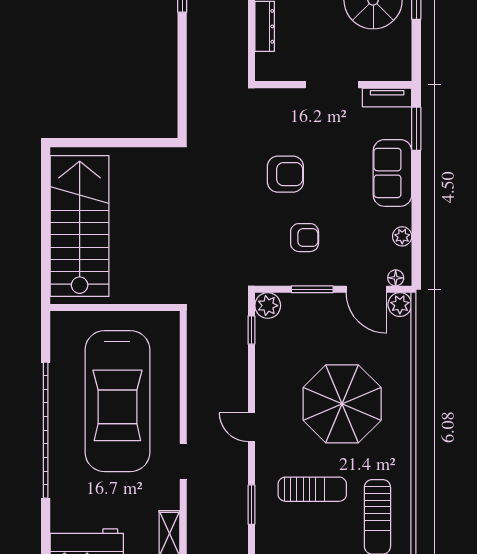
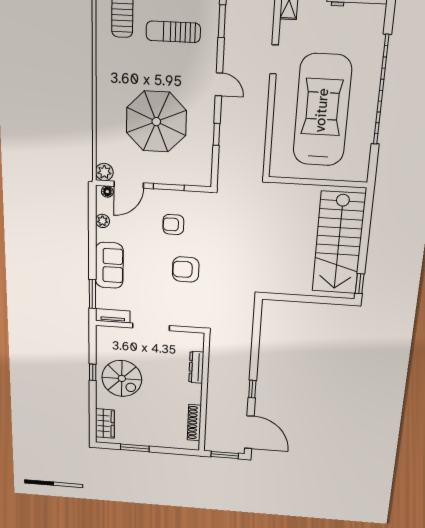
window: (46, 170) -> (360, 284), added
door: (366, 289) -> (129, 185), swing flipped
plant: (268, 306) -> (202, 177), removed
window: (251, 330) -> (217, 134), moved
parasol: (342, 404) -> (156, 122), moved

